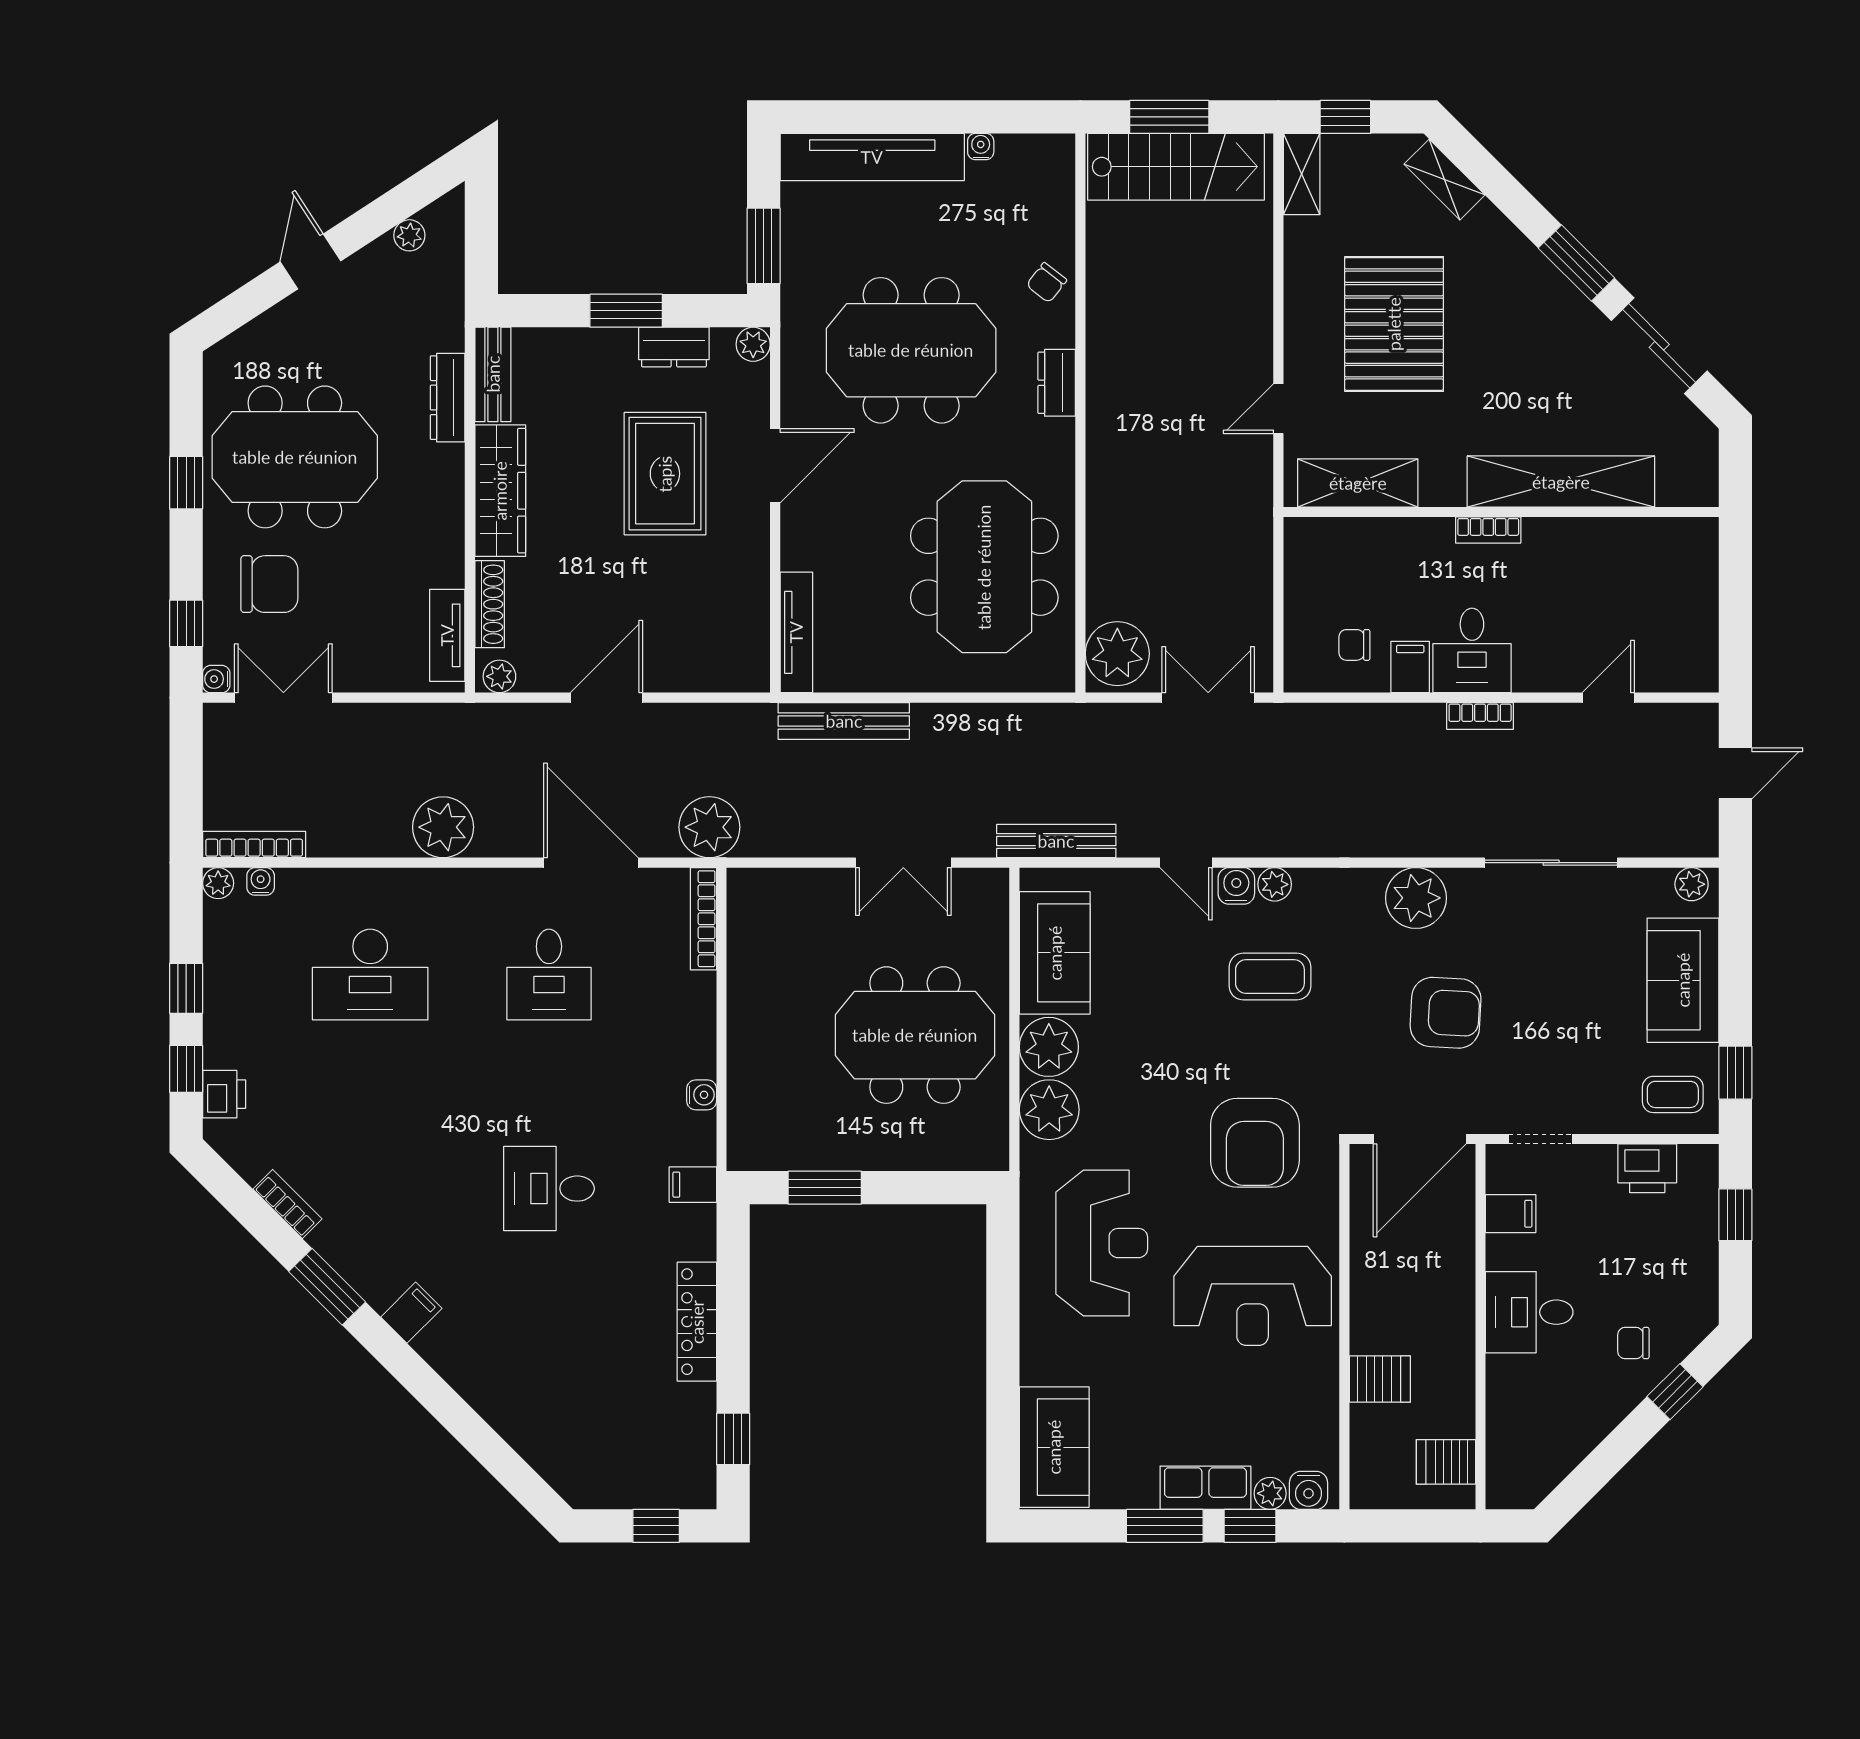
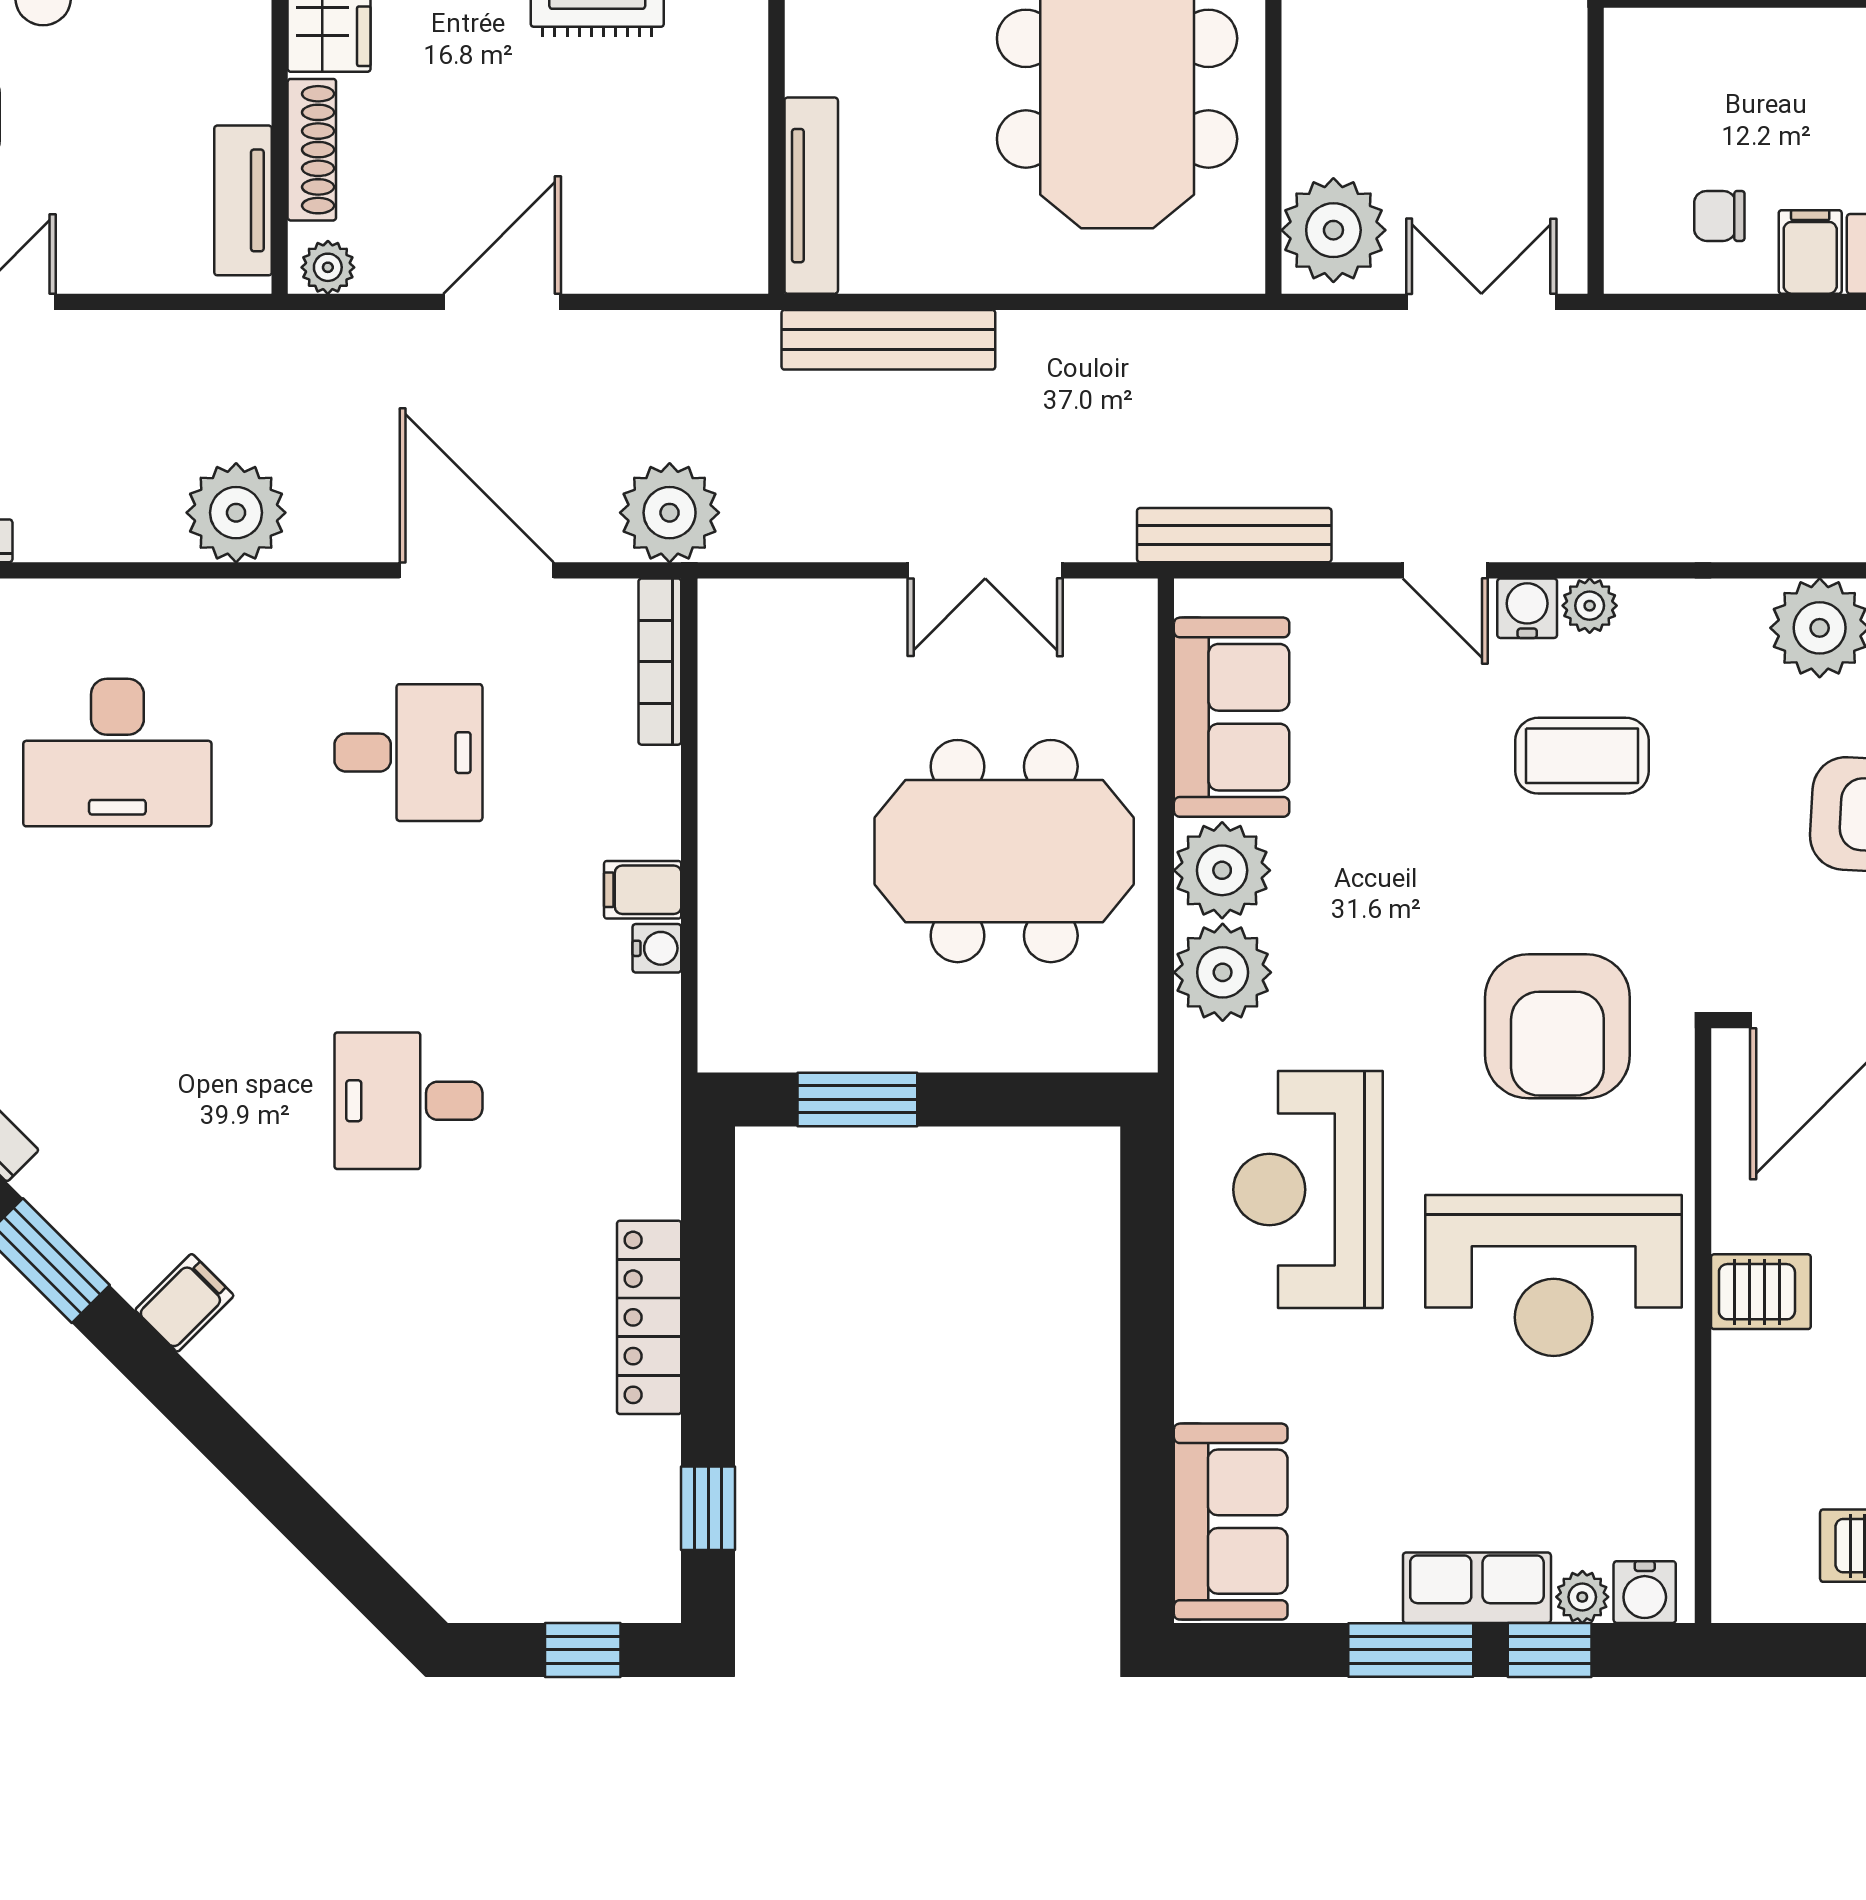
desk: (549, 975) -> (408, 753), turned -90
filing cabinet: (693, 1185) -> (643, 890), moved
reception desk: (1102, 1243) -> (1308, 1190), turned 180
server rack: (1380, 1379) -> (1761, 1292), moved

